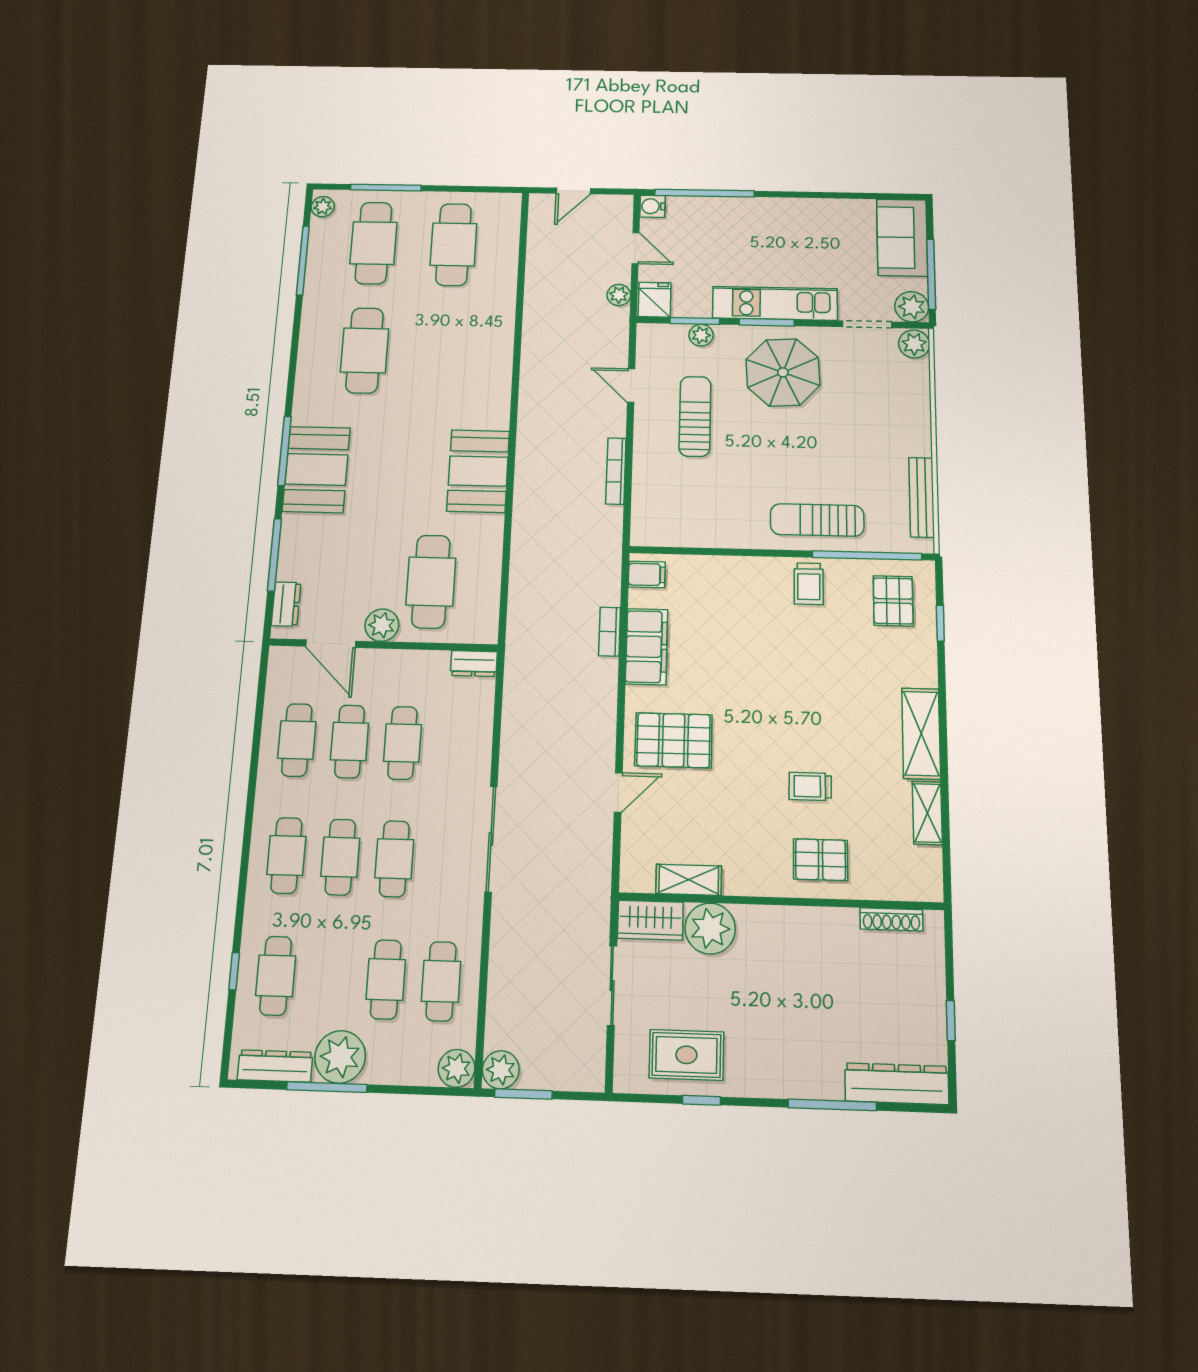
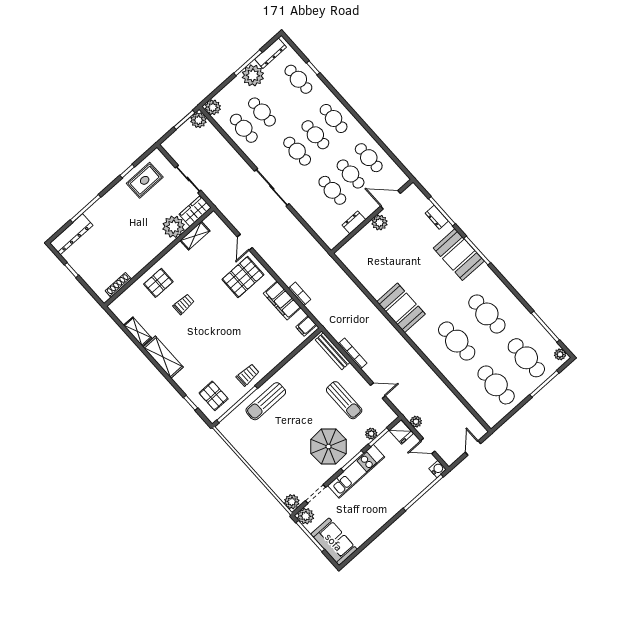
bench: (922, 497) -> (333, 351), moved
sun lounger: (817, 520) -> (266, 401), turned 180
cafe table: (431, 582) -> (457, 341), moved
trolley: (809, 584) -> (248, 375), turned 90
dresser: (286, 604) -> (437, 217), moved
dresser: (474, 664) -> (354, 222), moved

